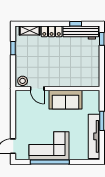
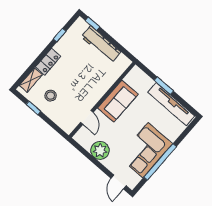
workbench: (81, 32) -> (101, 44), moved, turned 90
stool: (23, 81) -> (51, 96), moved
door: (37, 89) -> (87, 117), hinge flipped
plant: (23, 116) -> (100, 150), added

